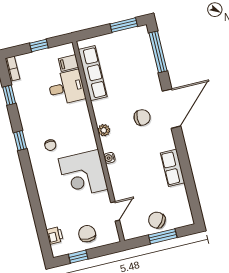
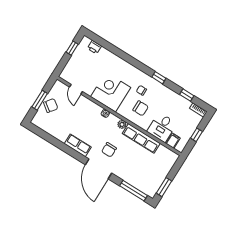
row of seats: (93, 73) -> (141, 138), moved
row of seats: (173, 168) -> (78, 145), moved
chair: (87, 234) -> (141, 108), moved

